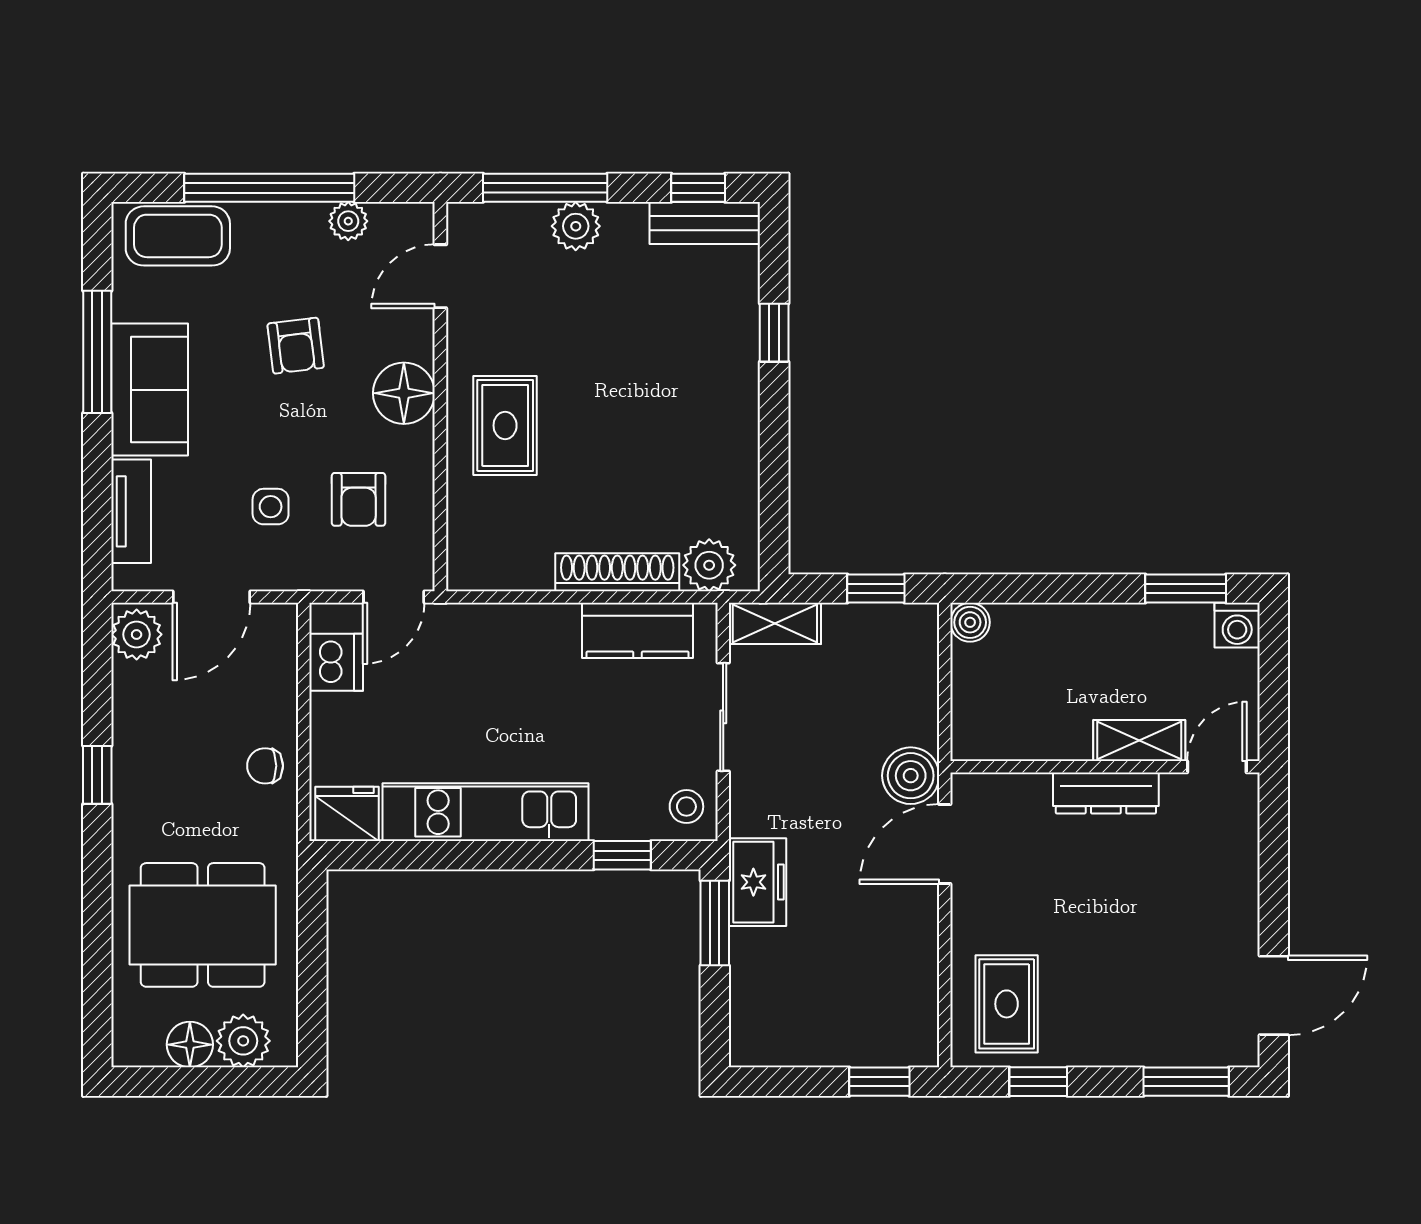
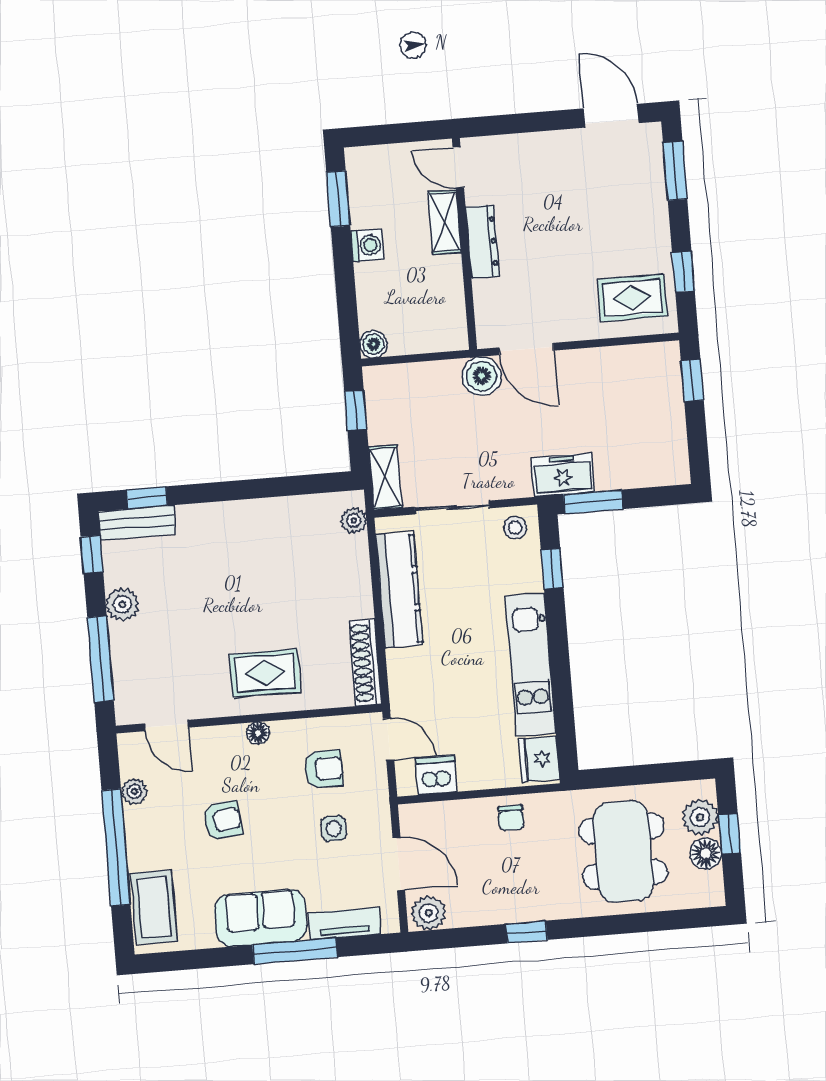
bench: (705, 223) -> (137, 523), moved, turned 90
plant: (576, 226) -> (122, 604), moved
window: (774, 333) -> (147, 498), moved
window: (97, 352) -> (295, 951), moved
floor lamp: (404, 393) -> (258, 733), width x0.53, depth x0.53
plant: (709, 565) -> (354, 520), width x0.73, depth x0.73
shoe rack: (617, 572) -> (365, 663), moved
washing machine: (1237, 625) -> (367, 245), moved
kitchen counter: (638, 630) -> (399, 590), width x1.50
window: (216, 1082) -> (730, 834), added

